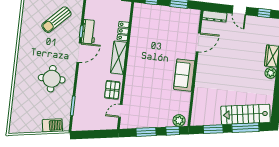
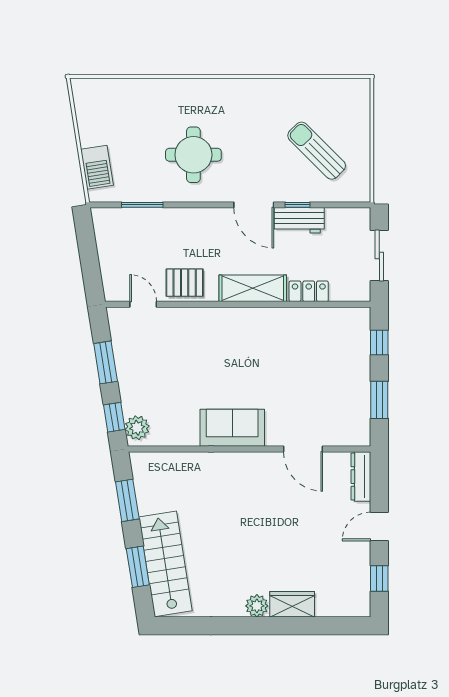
window: (245, 128) -> (138, 567), width x0.69

